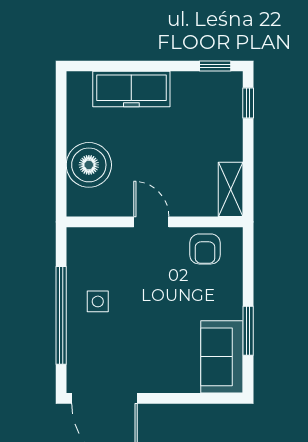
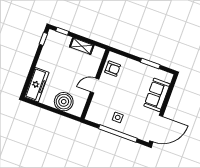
freezer: (131, 89) -> (37, 85), moved
shelving: (231, 189) -> (82, 46), moved
sofa: (222, 357) -> (157, 95), moved, turned 90

